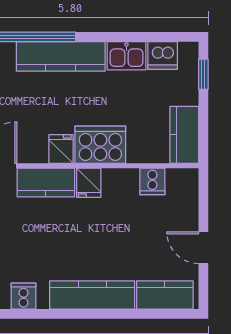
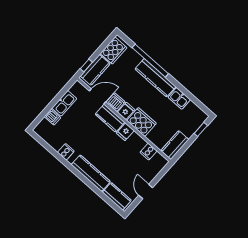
dishwasher: (163, 55) -> (116, 102), moved, turned 180

